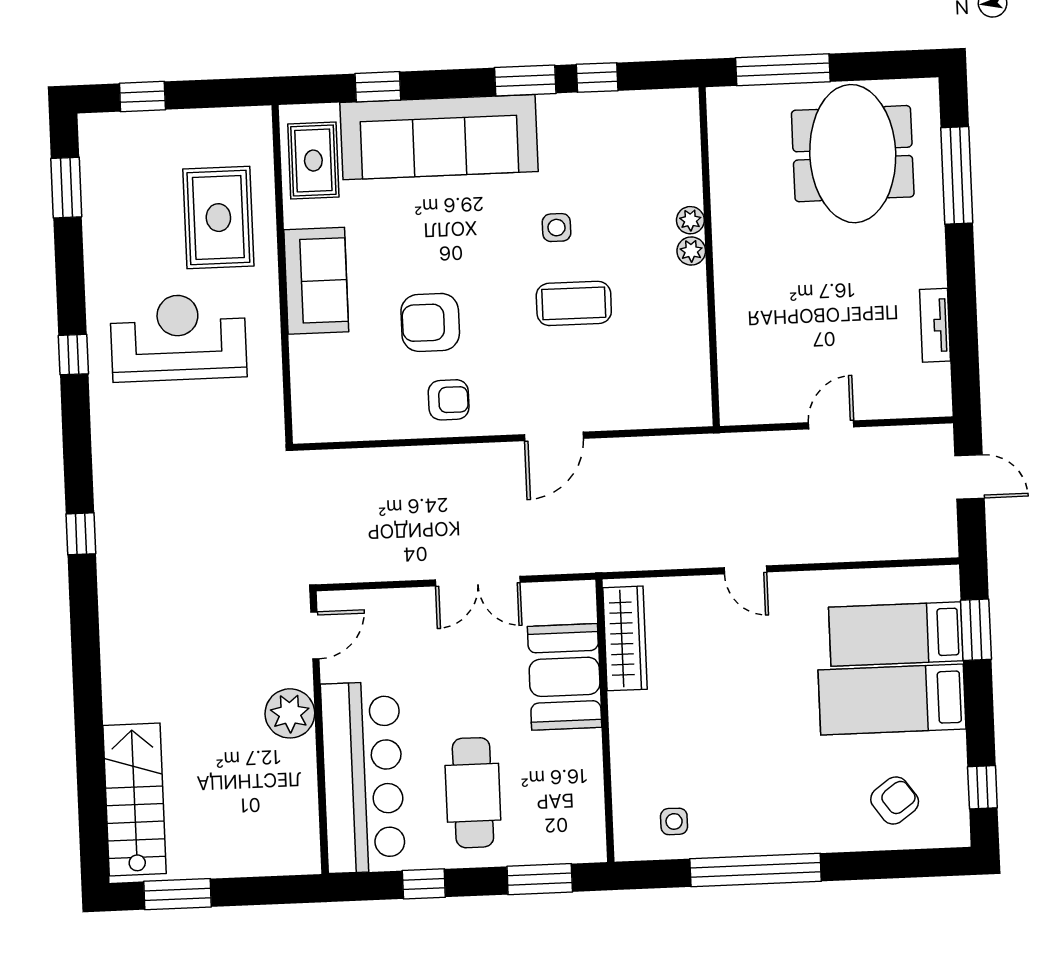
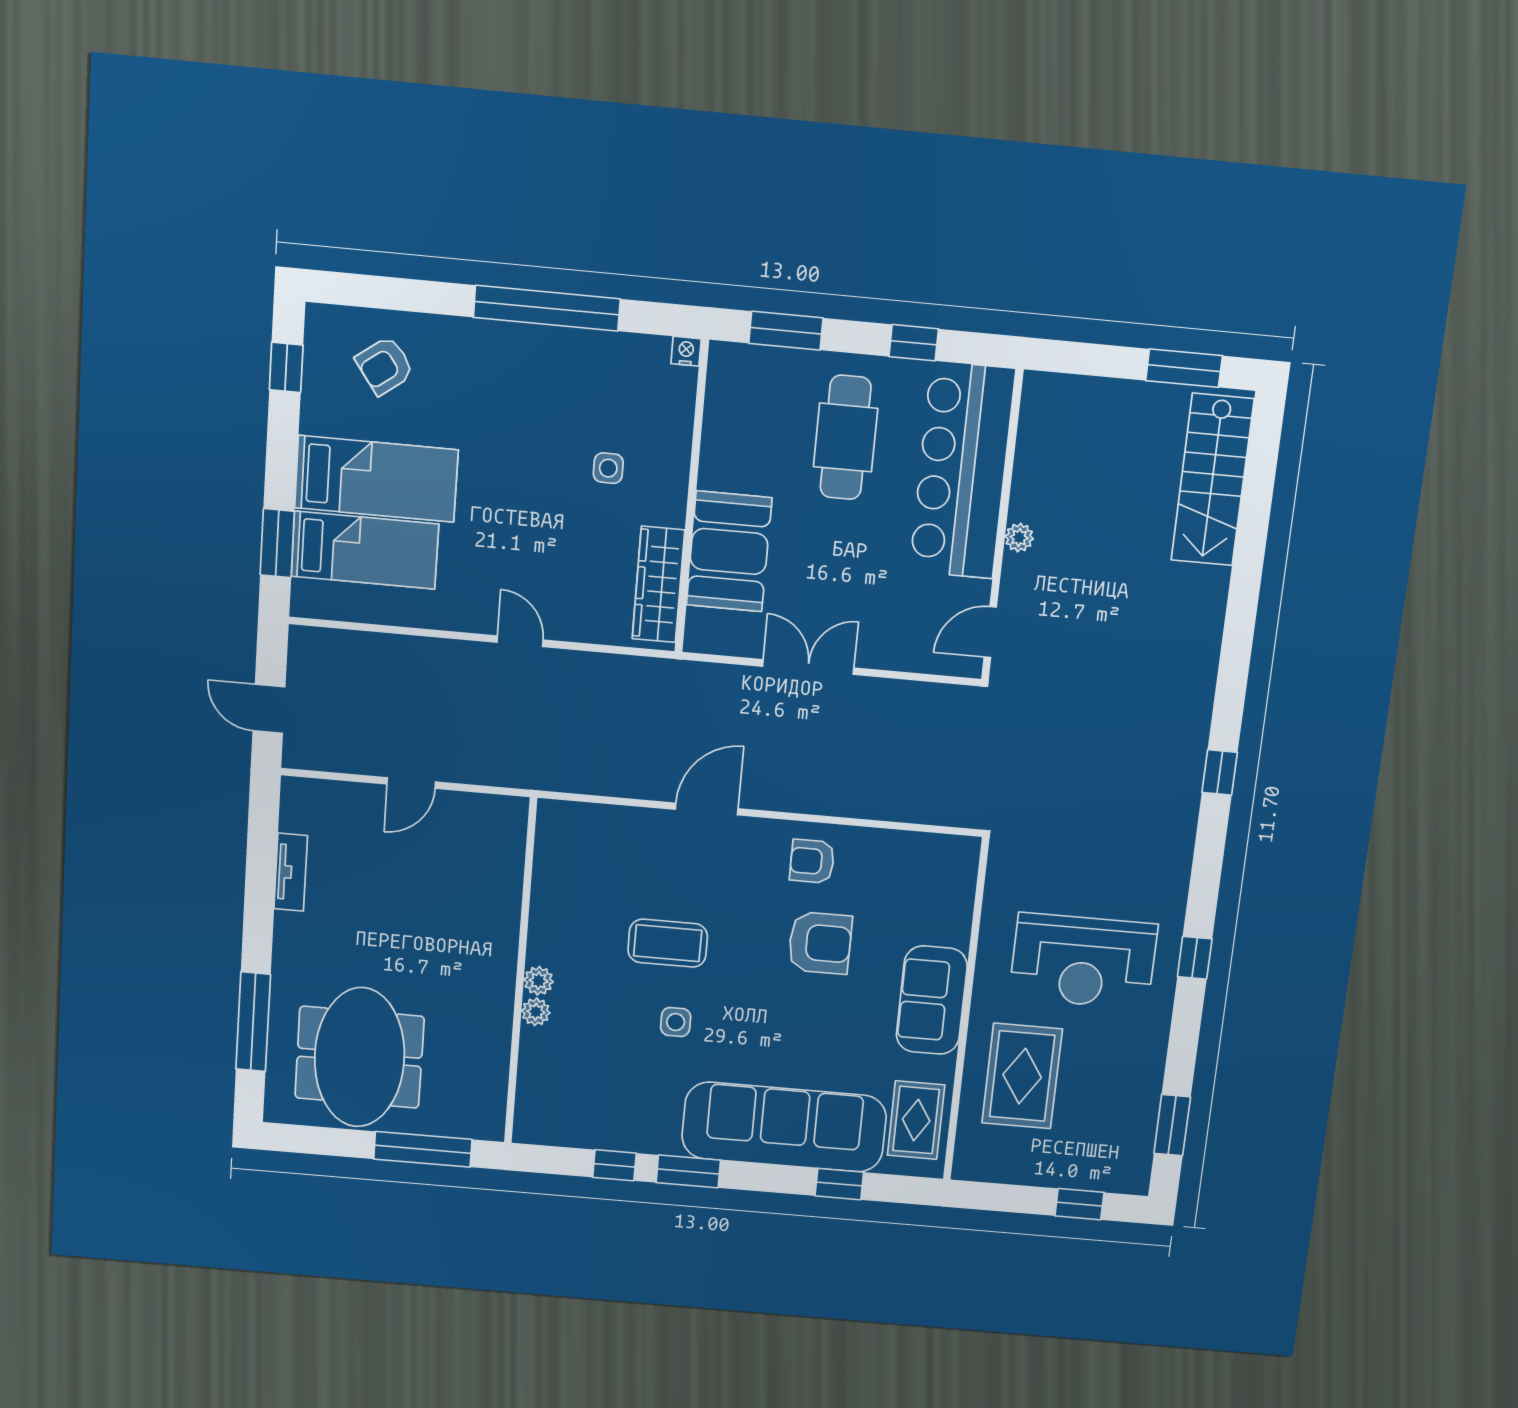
plant: (290, 713) -> (1019, 538), width x0.53, depth x0.53
side table: (674, 821) -> (608, 468), moved
nightstand: (627, 849) -> (686, 351), added

